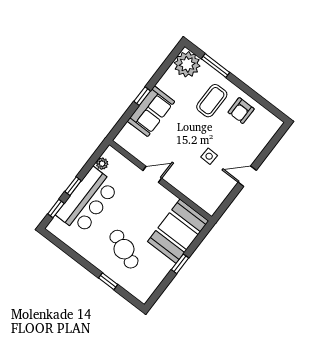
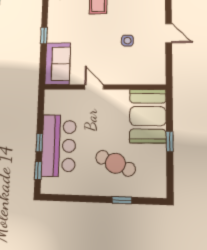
sofa: (151, 111) -> (58, 64), moved
plant: (102, 164) -> (50, 108), removed
door: (152, 174) -> (94, 87), hinge flipped
door: (247, 176) -> (169, 33), swing flipped

